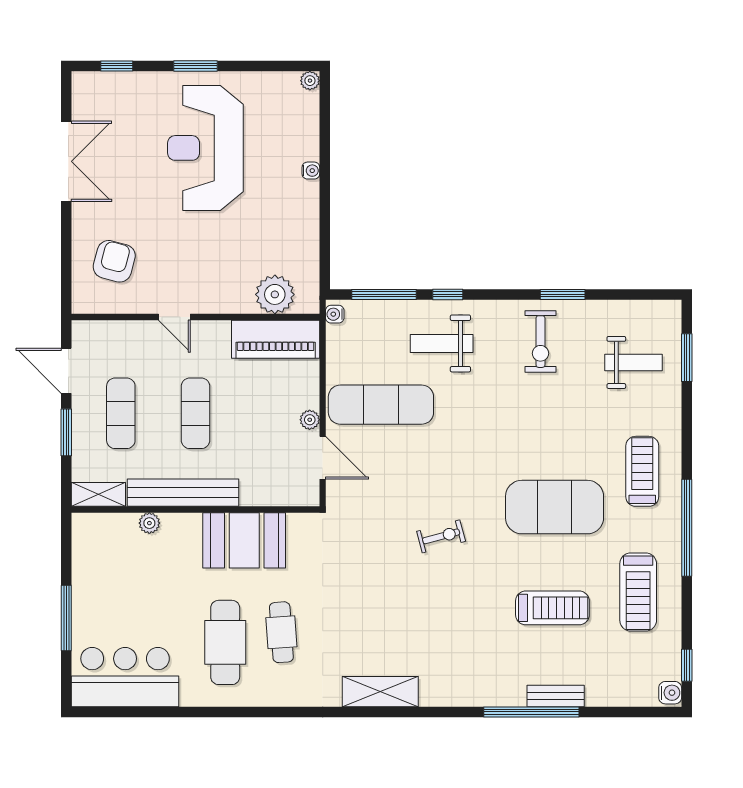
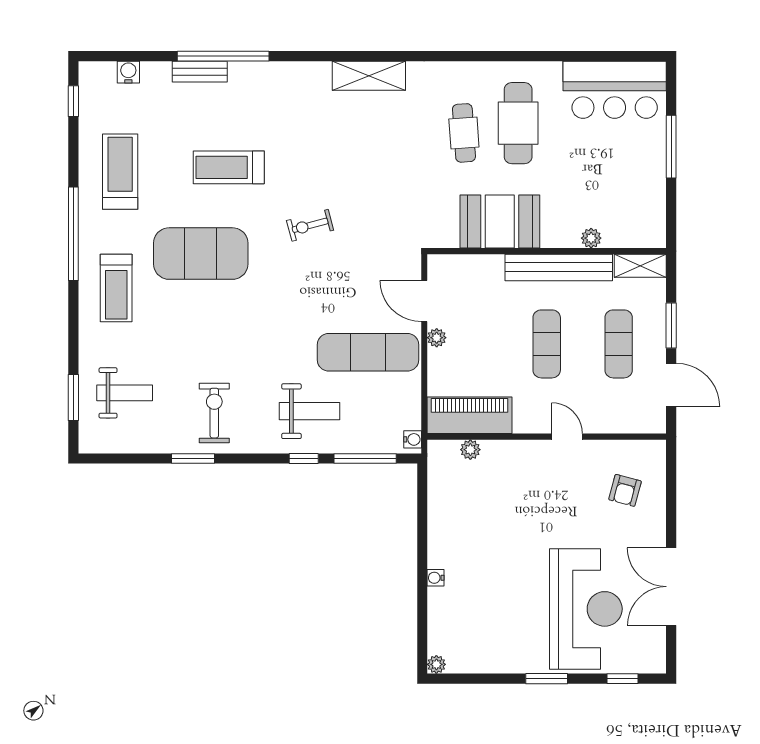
reception desk: (205, 148) -> (586, 609), moved
armchair: (114, 261) -> (625, 490), width x0.72, depth x0.72
plant: (275, 294) -> (470, 450), width x0.53, depth x0.53
weight bench: (634, 362) -> (125, 393), turned 180
treadmill: (552, 608) -> (229, 167), moved
water cooler: (670, 693) -> (128, 72), moved, turned 90

